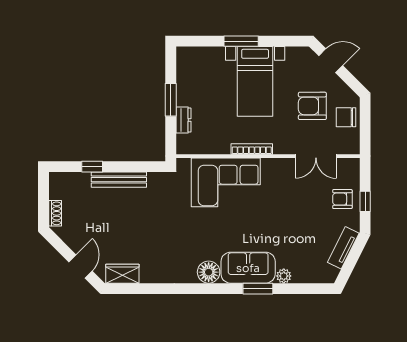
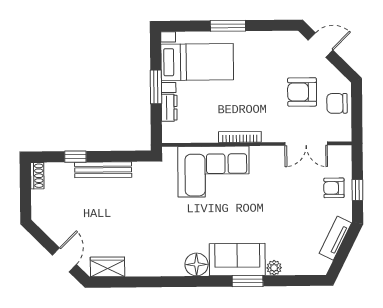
bed with nightstands: (255, 81) -> (197, 62), moved, turned -90
shoe rack: (55, 213) -> (37, 176), moved

